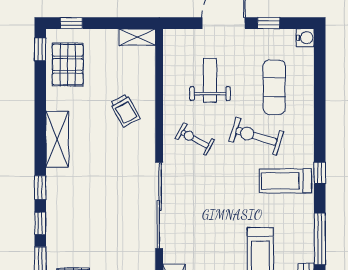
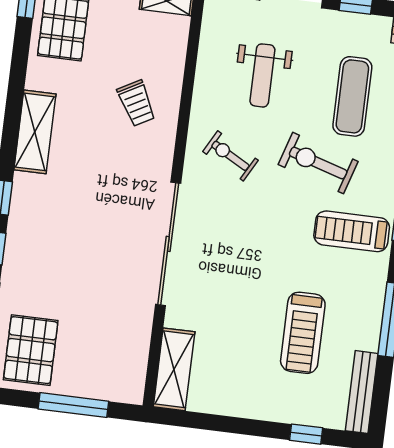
weight bench: (210, 80) -> (262, 75), turned 180

